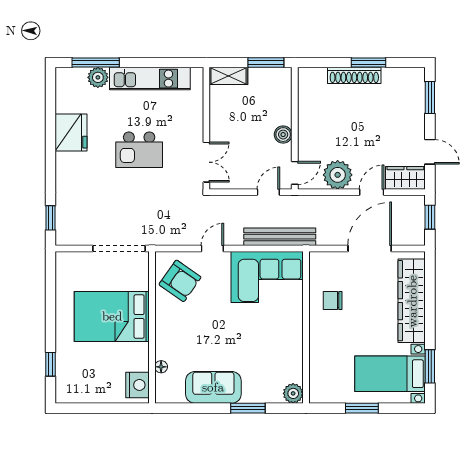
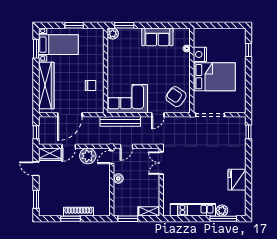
kitchen island: (139, 150) -> (199, 170), removed
nightstand: (138, 385) -> (200, 54), moved
window: (248, 408) -> (124, 25), moved

